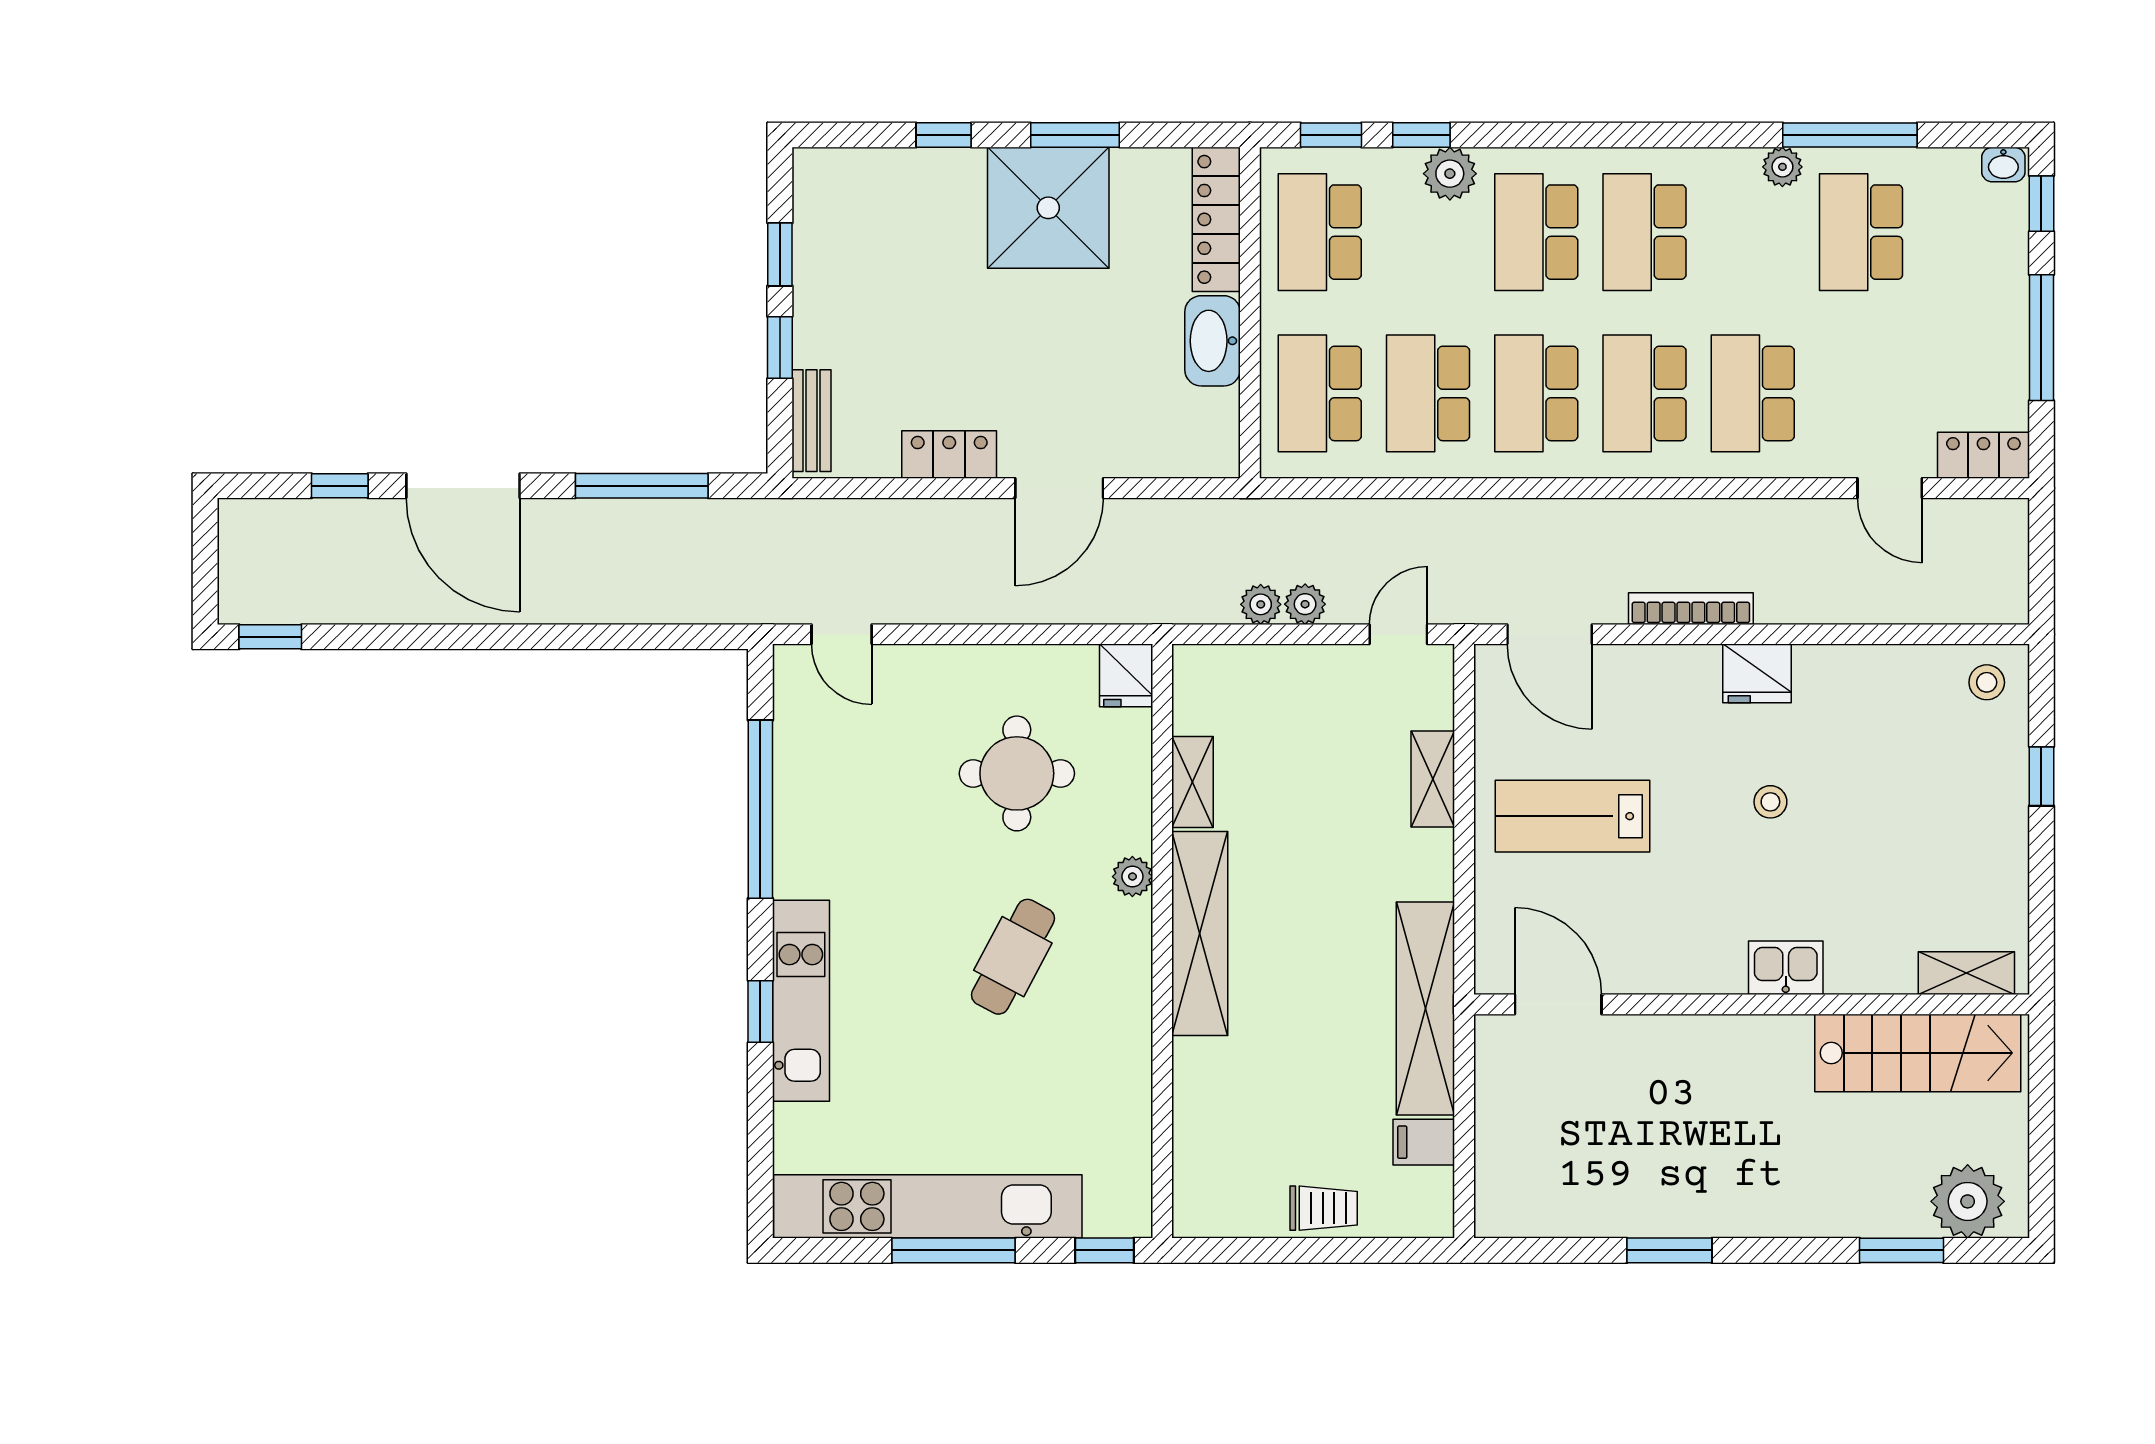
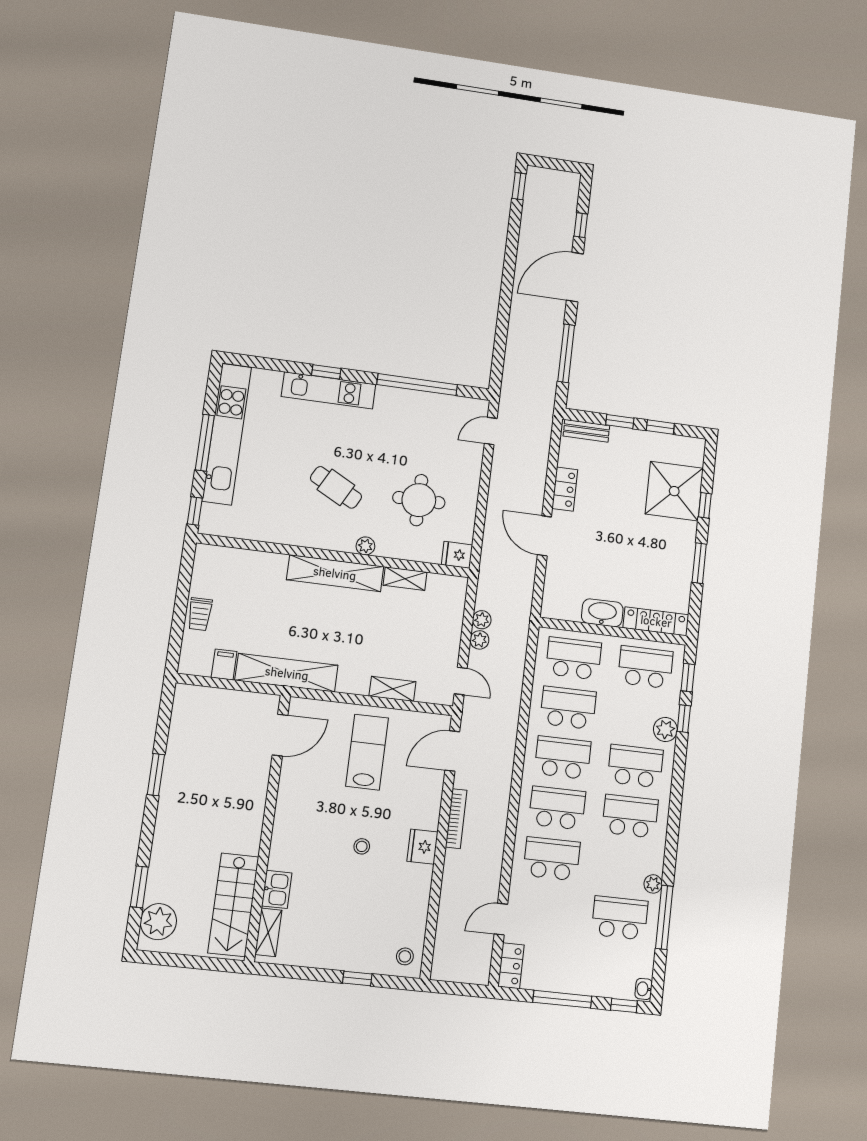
shower: (1048, 208) -> (674, 491), moved
kitchen sink: (1786, 968) -> (277, 889), moved

